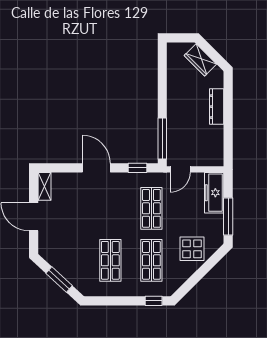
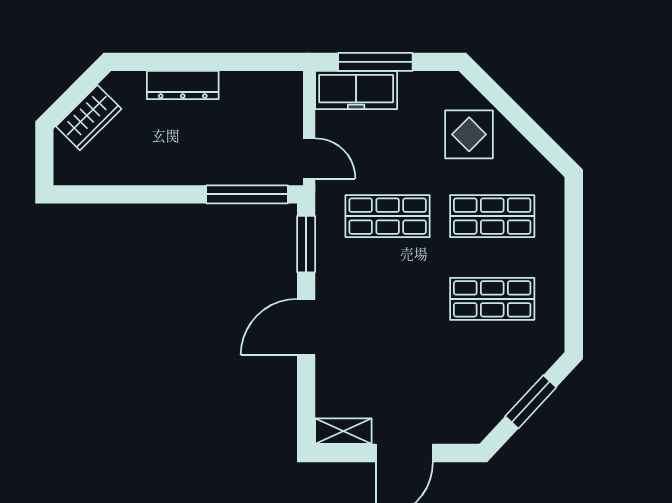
window: (138, 168) -> (306, 244), width x1.50
window: (228, 217) -> (375, 62), moved
window: (154, 301) -> (574, 212), removed

